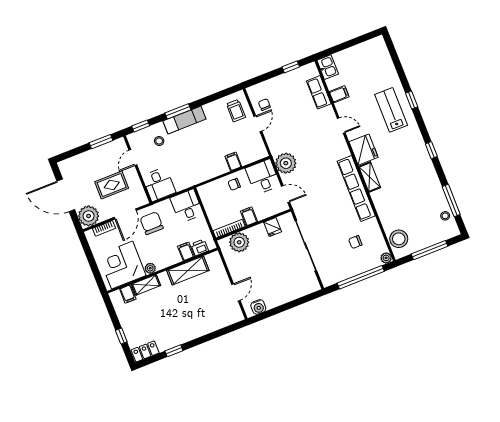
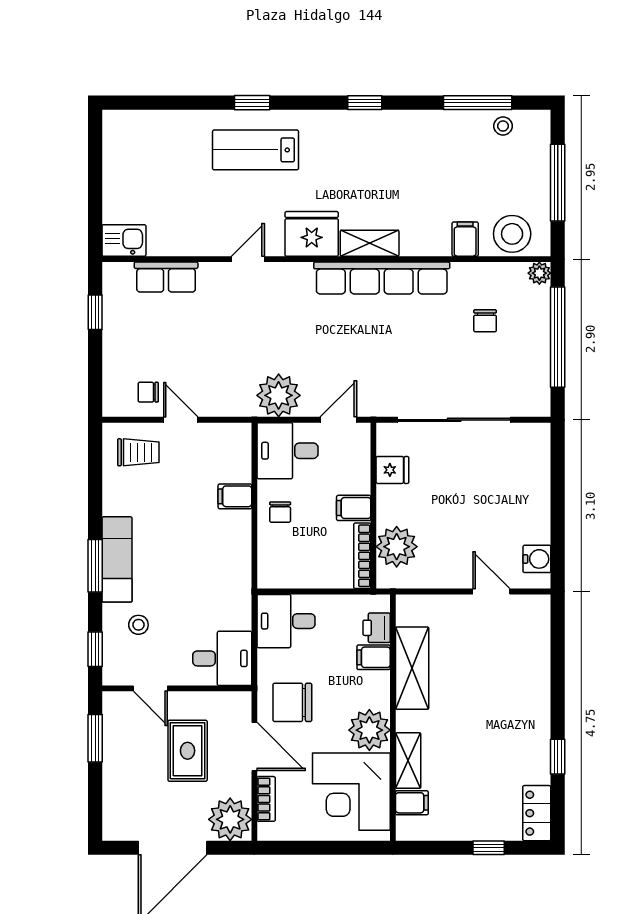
filing cabinet: (339, 94) -> (465, 239), moved
plant: (150, 268) -> (369, 730), width x1.88, depth x1.88

